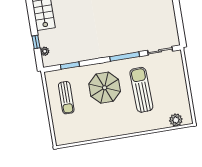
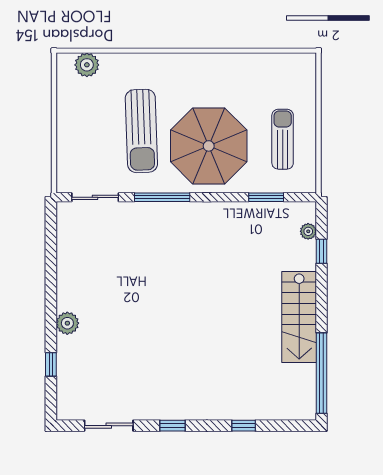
parasol: (105, 88) -> (209, 146), width x1.36, depth x1.36

